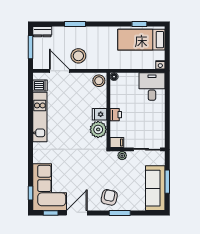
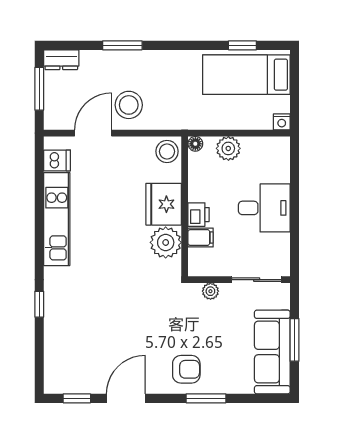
door: (59, 71) -> (93, 133), hinge flipped
plant: (132, 79) -> (228, 148), added
desk: (152, 87) -> (264, 208), moved, turned 90
fridge: (99, 114) -> (164, 204), width x1.88, depth x1.34
filing cabinet: (117, 143) -> (201, 237), moved
corner sofa: (50, 187) -> (75, 350), removed
window: (30, 193) -> (39, 304), moved
armchair: (109, 197) -> (186, 369), turned 78

